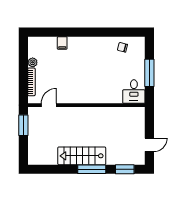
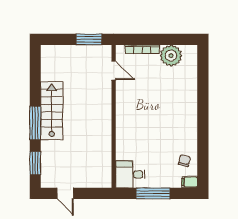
filing cabinet: (62, 43) -> (190, 182), moved
plant: (33, 62) -> (171, 56), width x1.88, depth x1.88

